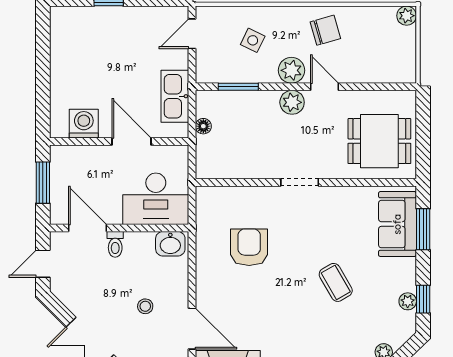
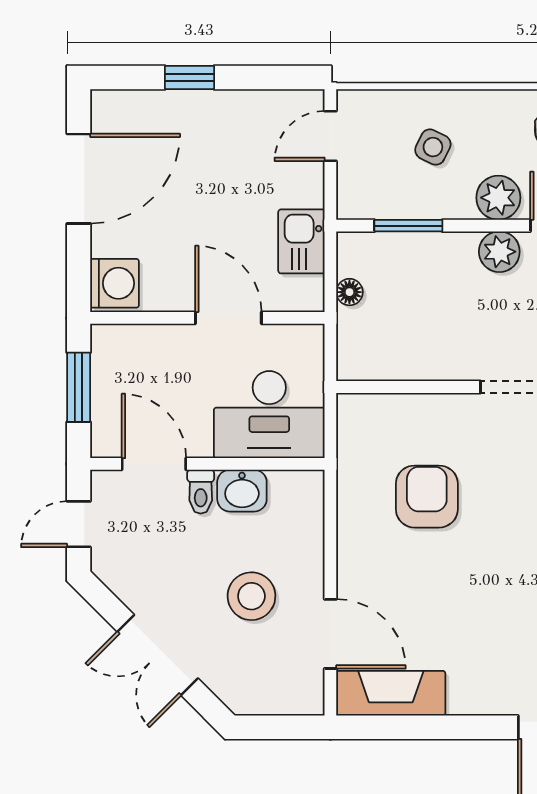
door: (43, 59) -> (79, 179), added
kitchen sink: (175, 96) -> (301, 241), width x0.73
washing machine: (84, 124) -> (115, 283), moved, turned 90
washbasin: (170, 244) -> (242, 491), moved
stool: (145, 306) -> (251, 596), width x1.89, depth x1.89

